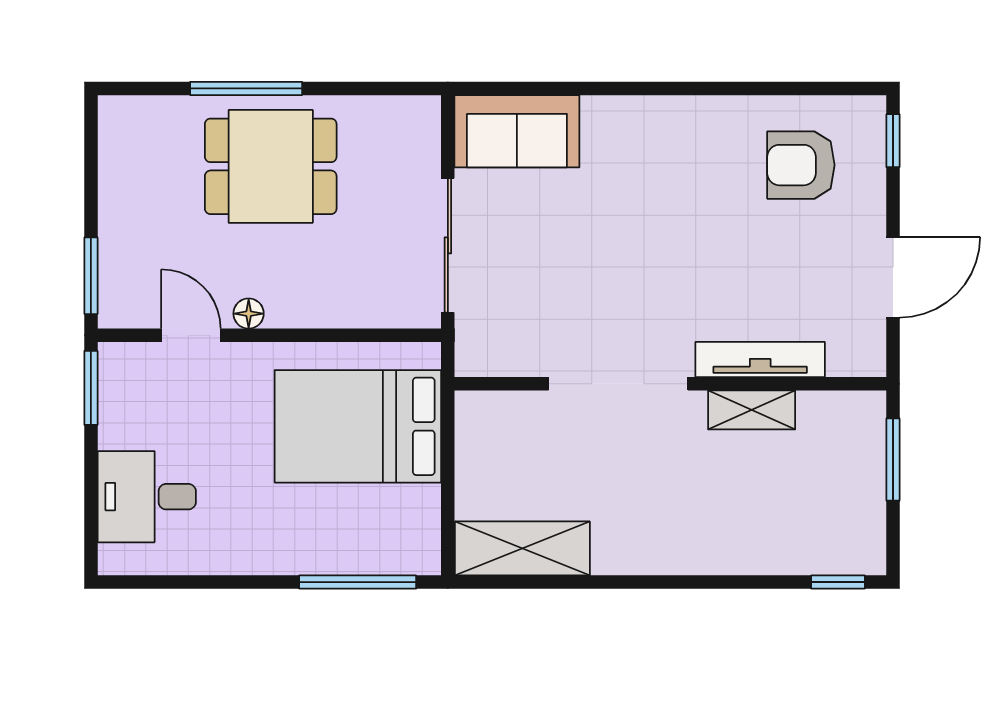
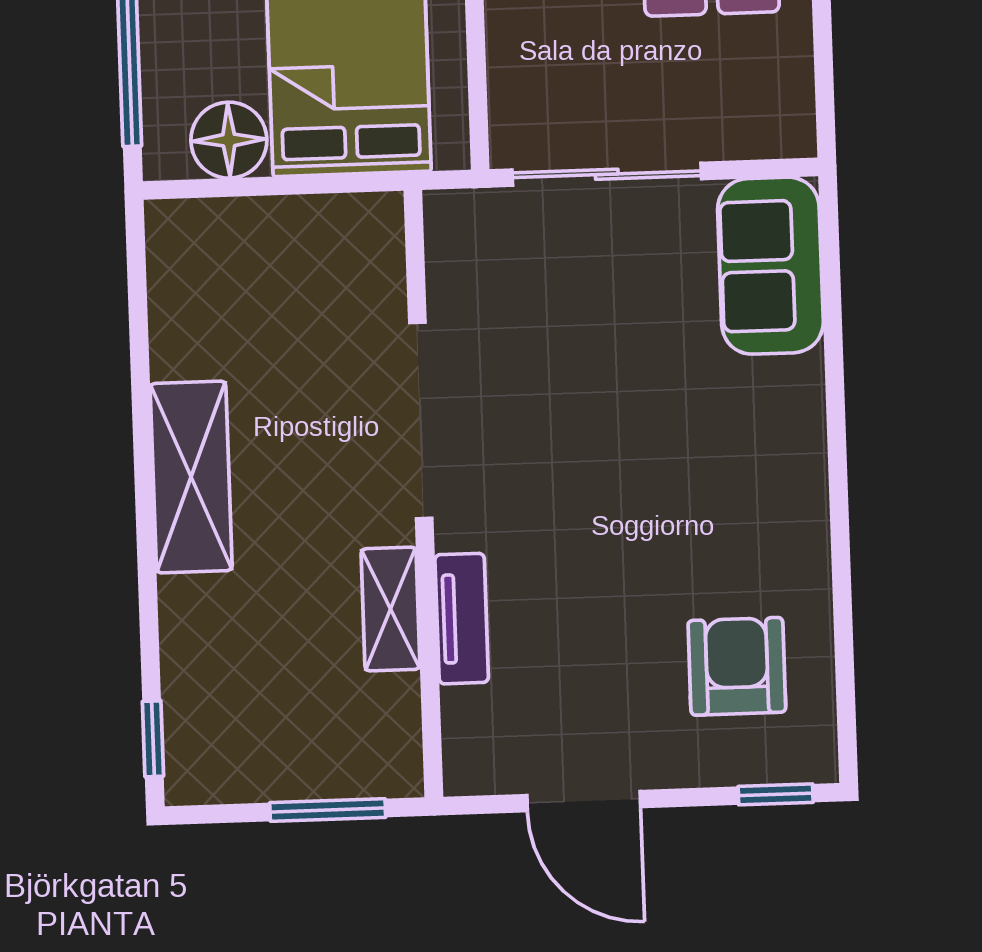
tv unit: (760, 360) -> (462, 619), width x0.71
floor lamp: (414, 513) -> (229, 140), added
shelving: (522, 548) -> (191, 477), moved

